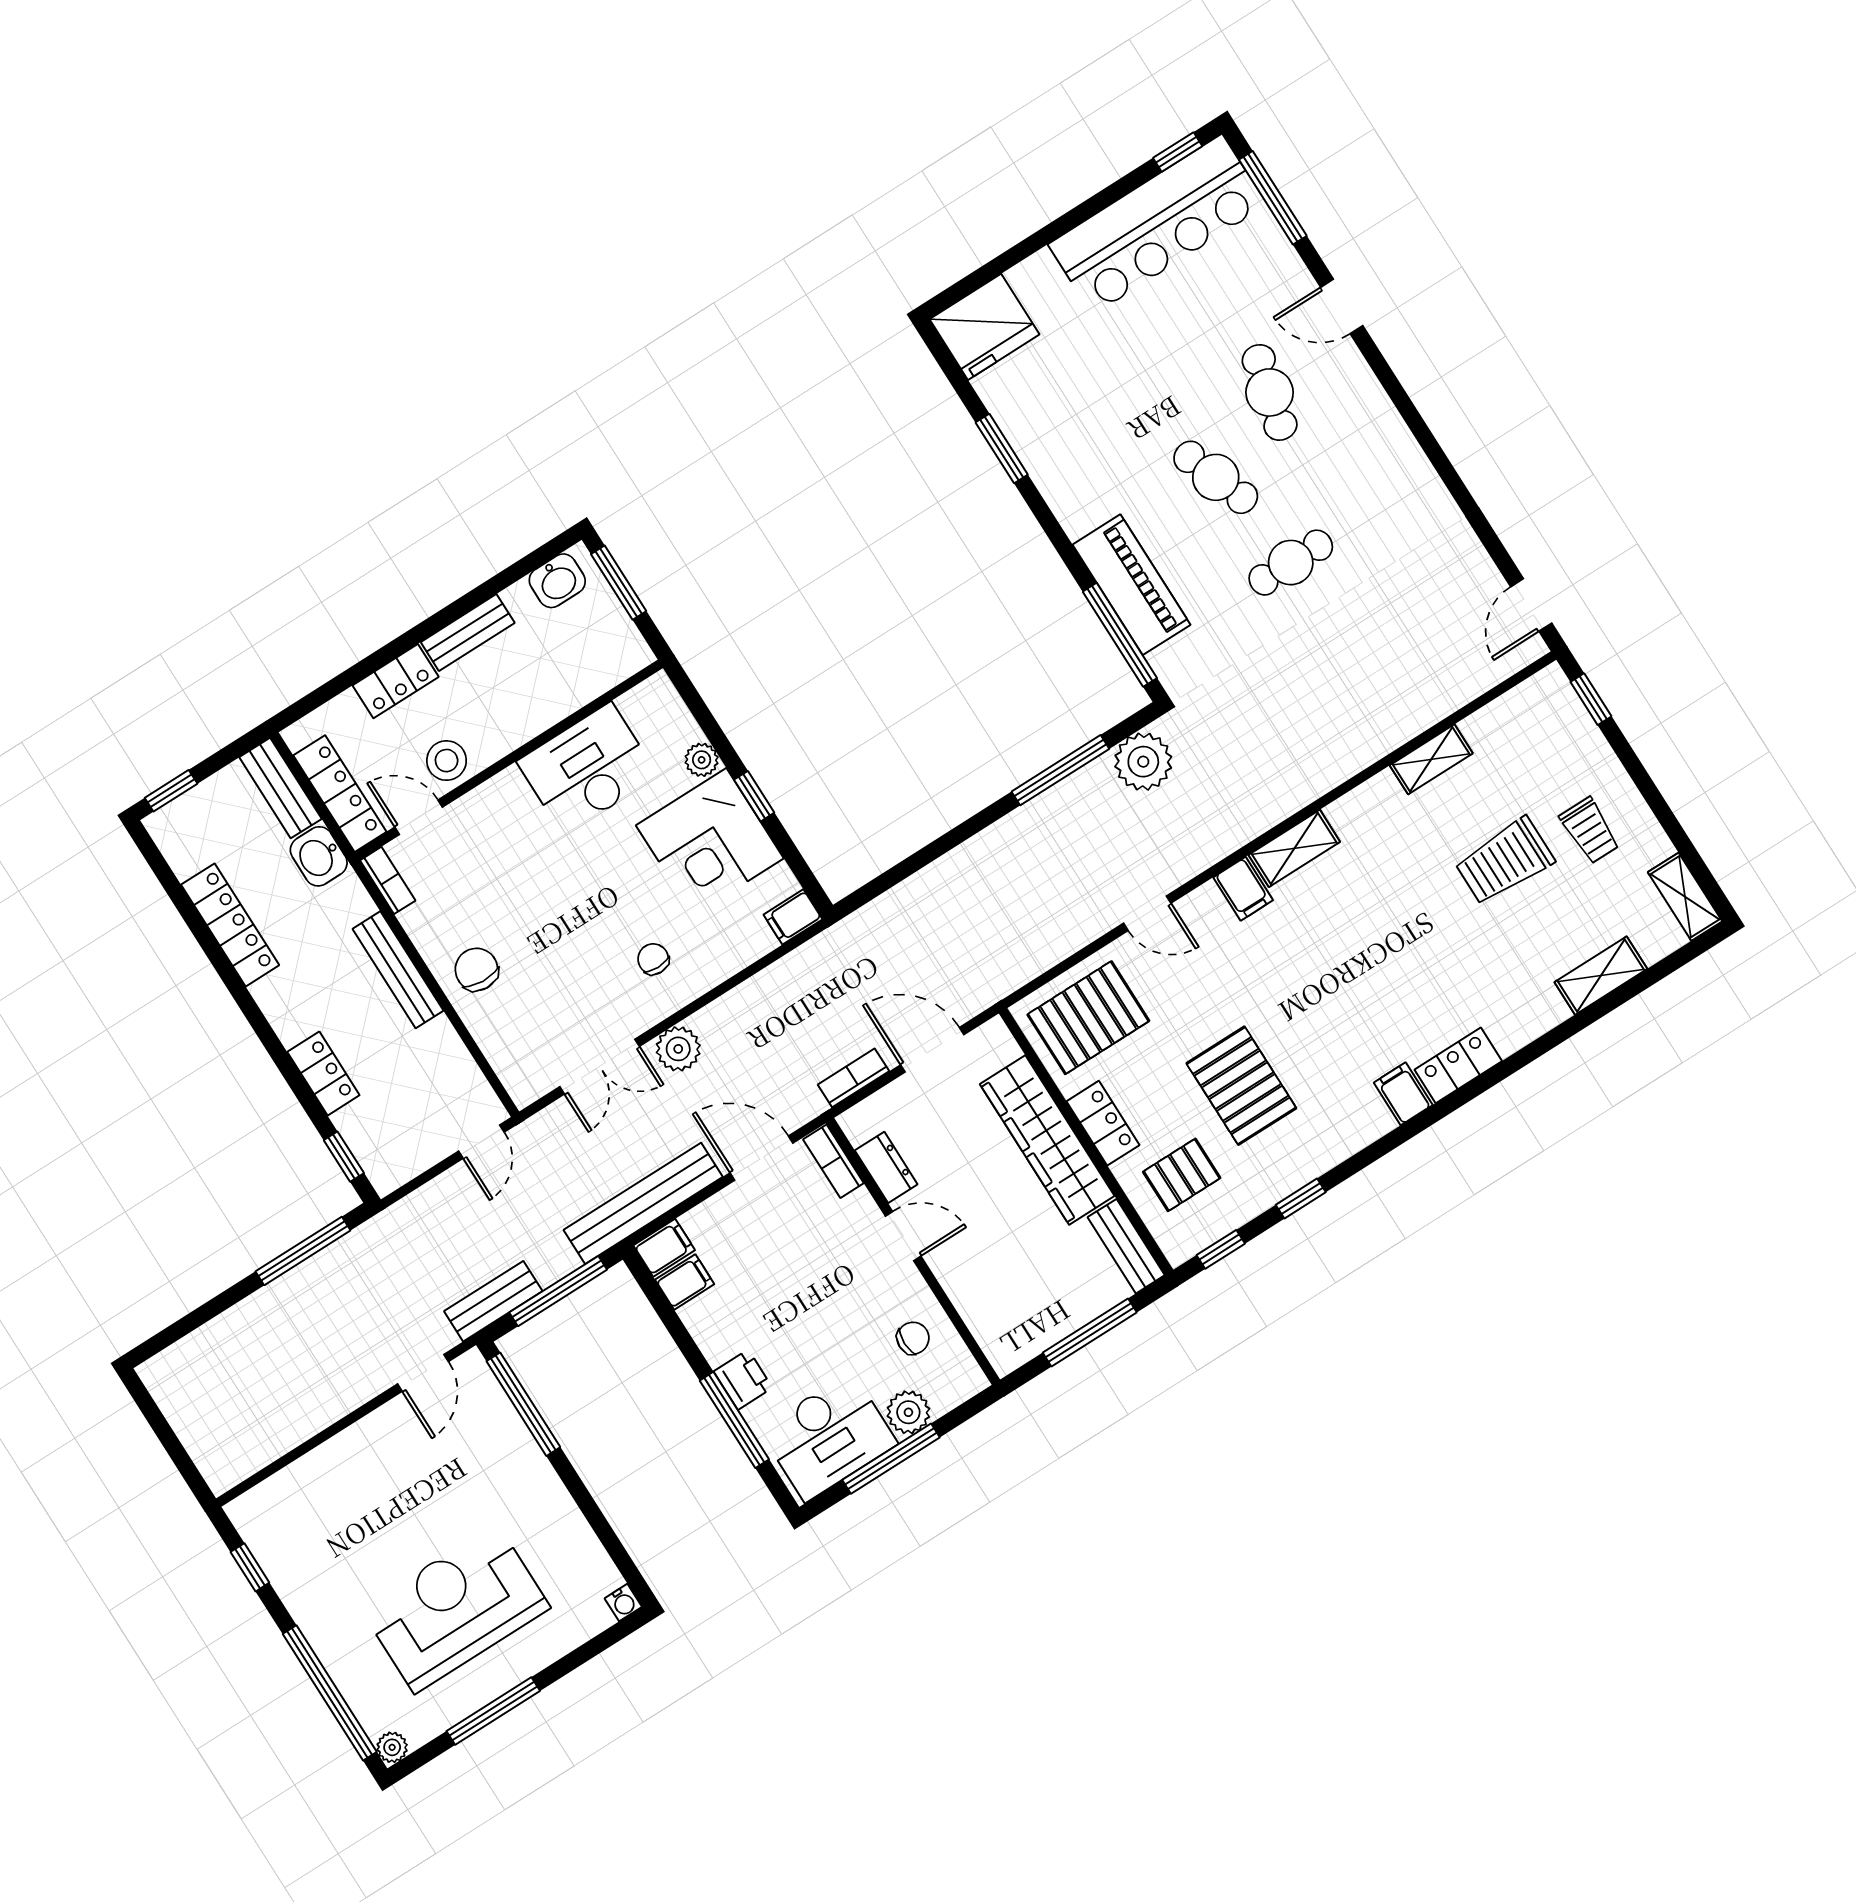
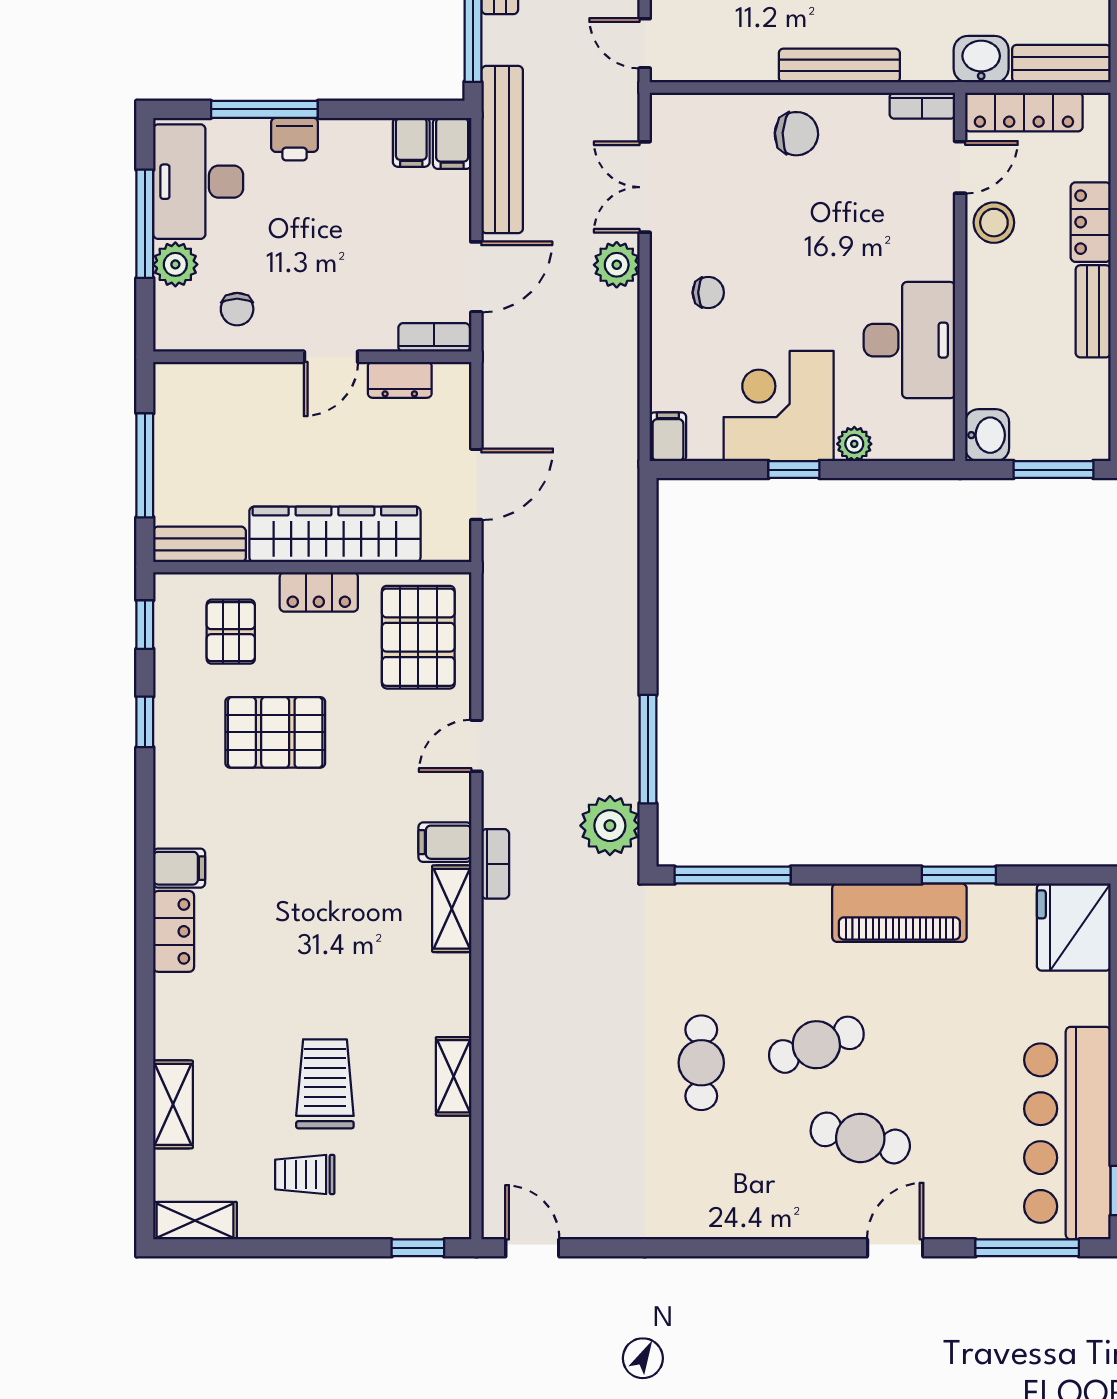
washbasin: (557, 581) -> (987, 435), moved, turned 180
piano: (1132, 585) -> (899, 913), moved
bookcase: (853, 1078) -> (495, 864), moved

